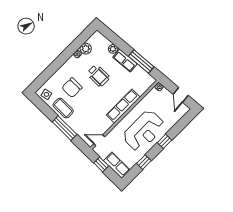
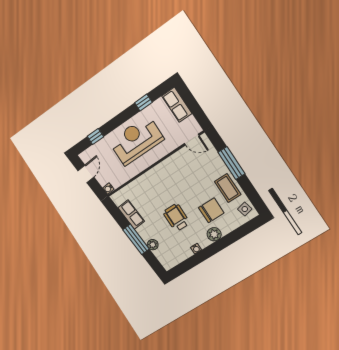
plant: (86, 49) -> (214, 234), moved
row of seats: (125, 60) -> (131, 215), moved
window: (141, 62) -> (136, 239), moved
row of seats: (123, 106) -> (154, 175), removed
window: (165, 141) -> (95, 137), moved
window: (101, 164) -> (196, 109), removed

